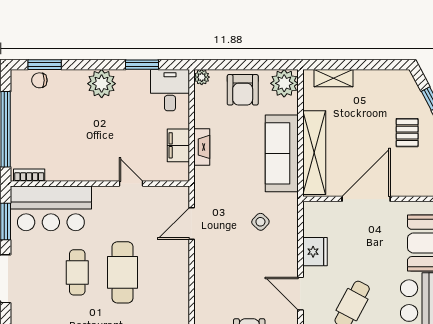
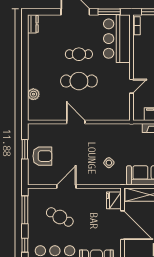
door: (192, 224) -> (76, 122), moved
fridge: (315, 252) -> (114, 200), moved, turned 90

